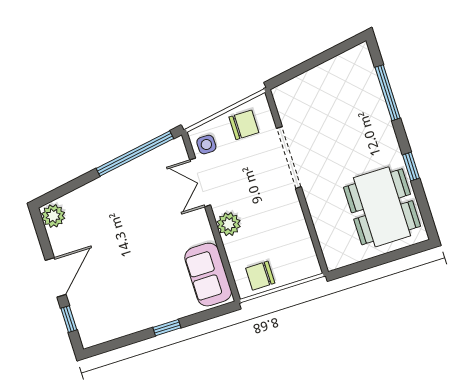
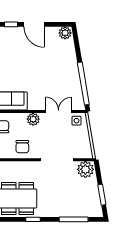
window: (327, 55) -> (102, 195), added
plant: (290, 100) -> (85, 169), added
chair: (244, 125) -> (22, 147), moved

